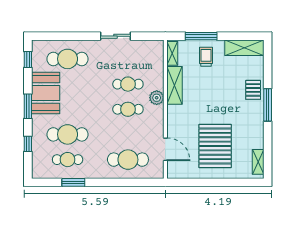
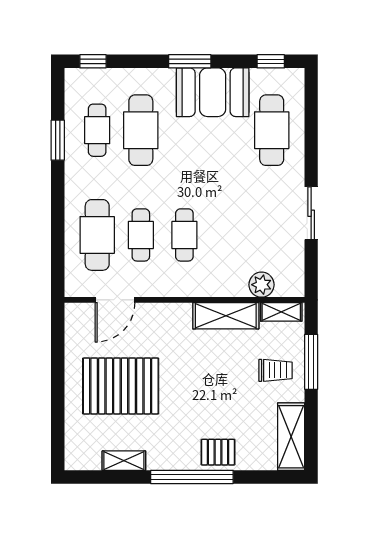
cafe table: (128, 84) -> (141, 235), moved
plant: (157, 98) -> (261, 285), moved
window: (268, 105) -> (192, 477), width x1.46
window: (28, 144) -> (93, 61), moved
shelving: (258, 162) -> (124, 461), moved

